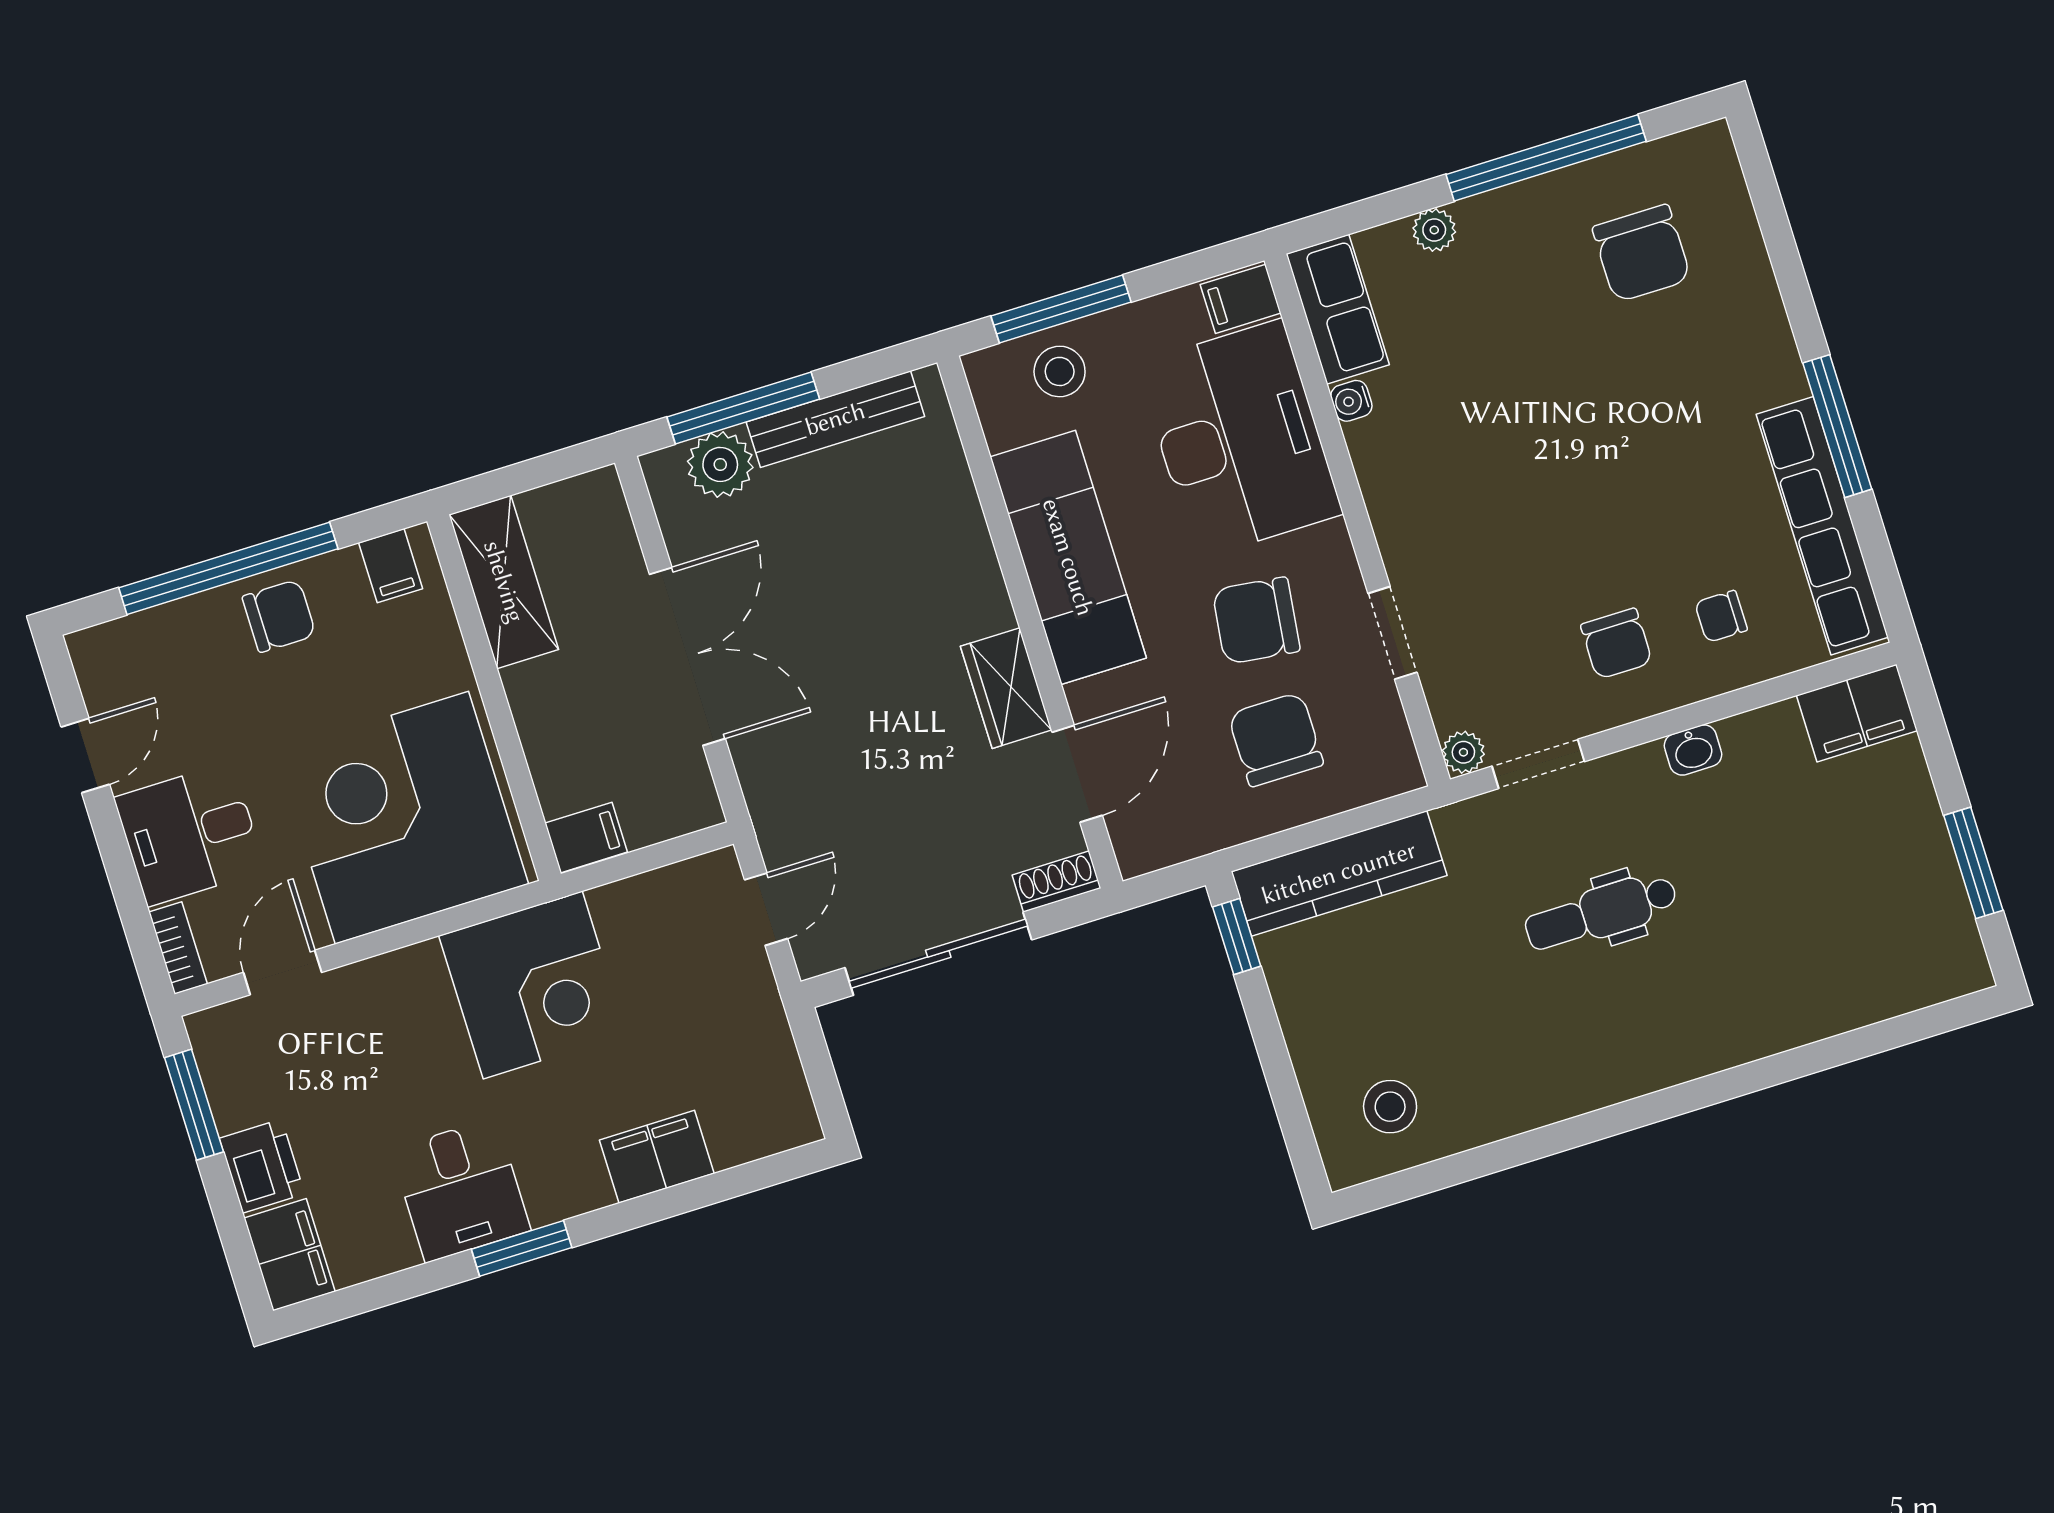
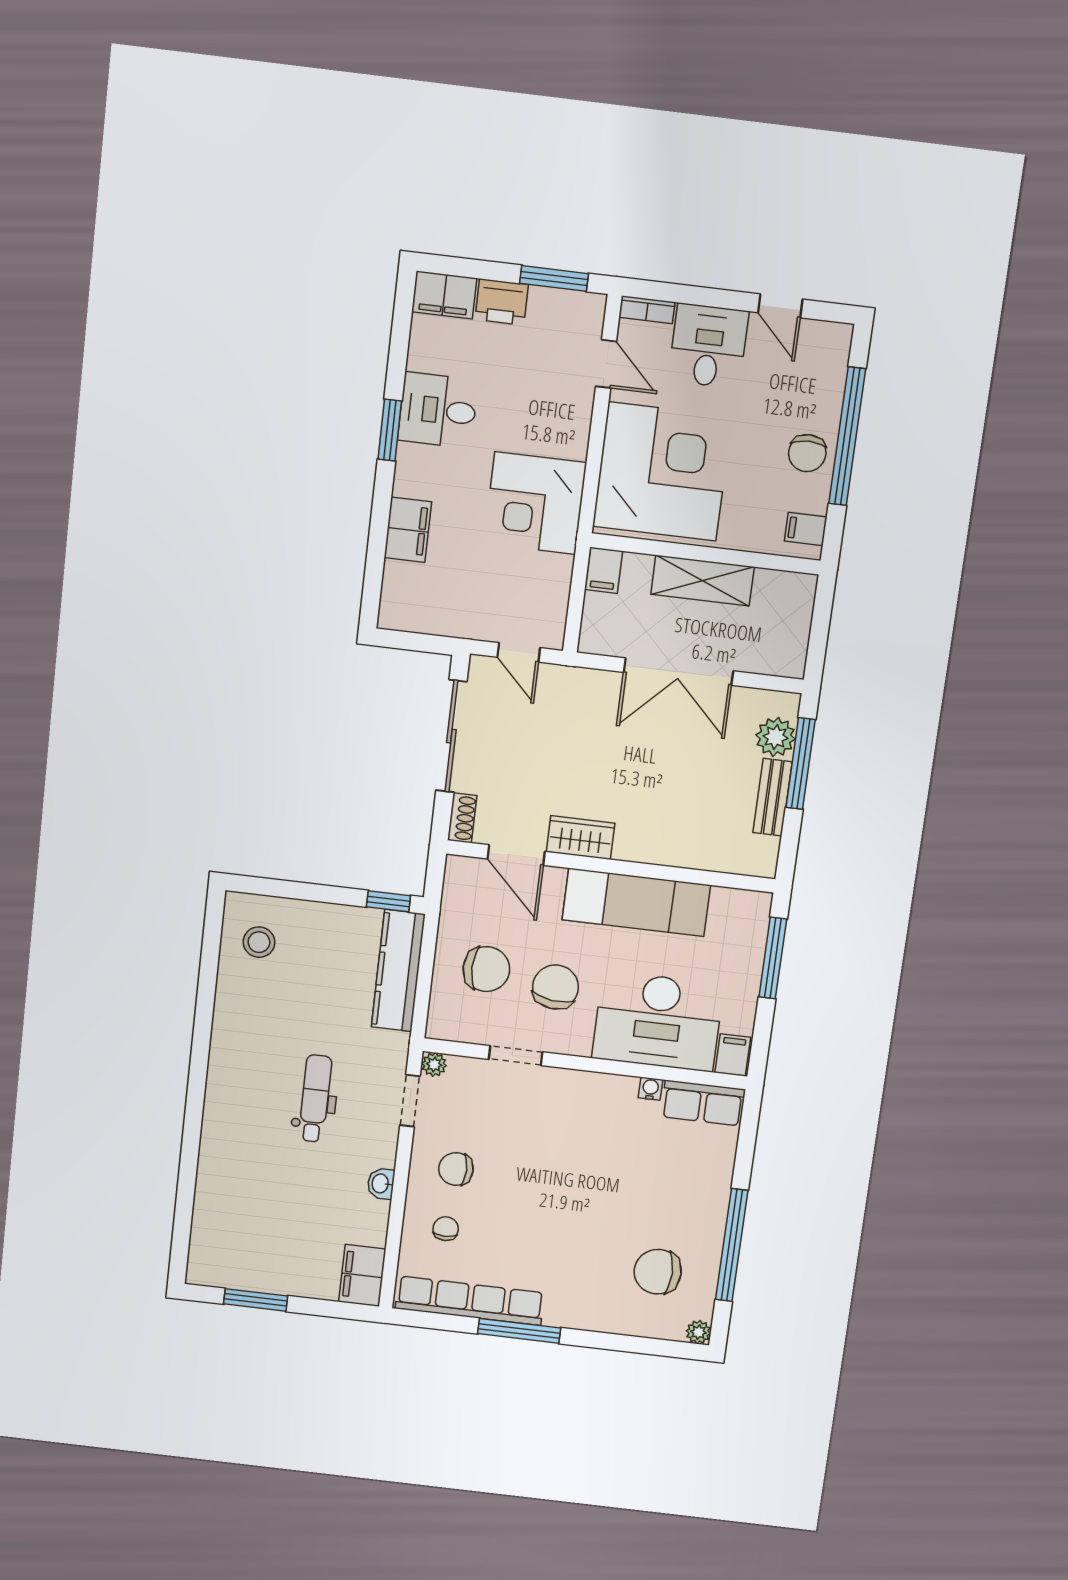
plant: (1434, 230) -> (698, 1332), moved
stool: (1060, 371) -> (739, 942), removed
bench: (835, 419) -> (773, 797), width x0.73
shelving: (504, 582) -> (702, 581), moved

